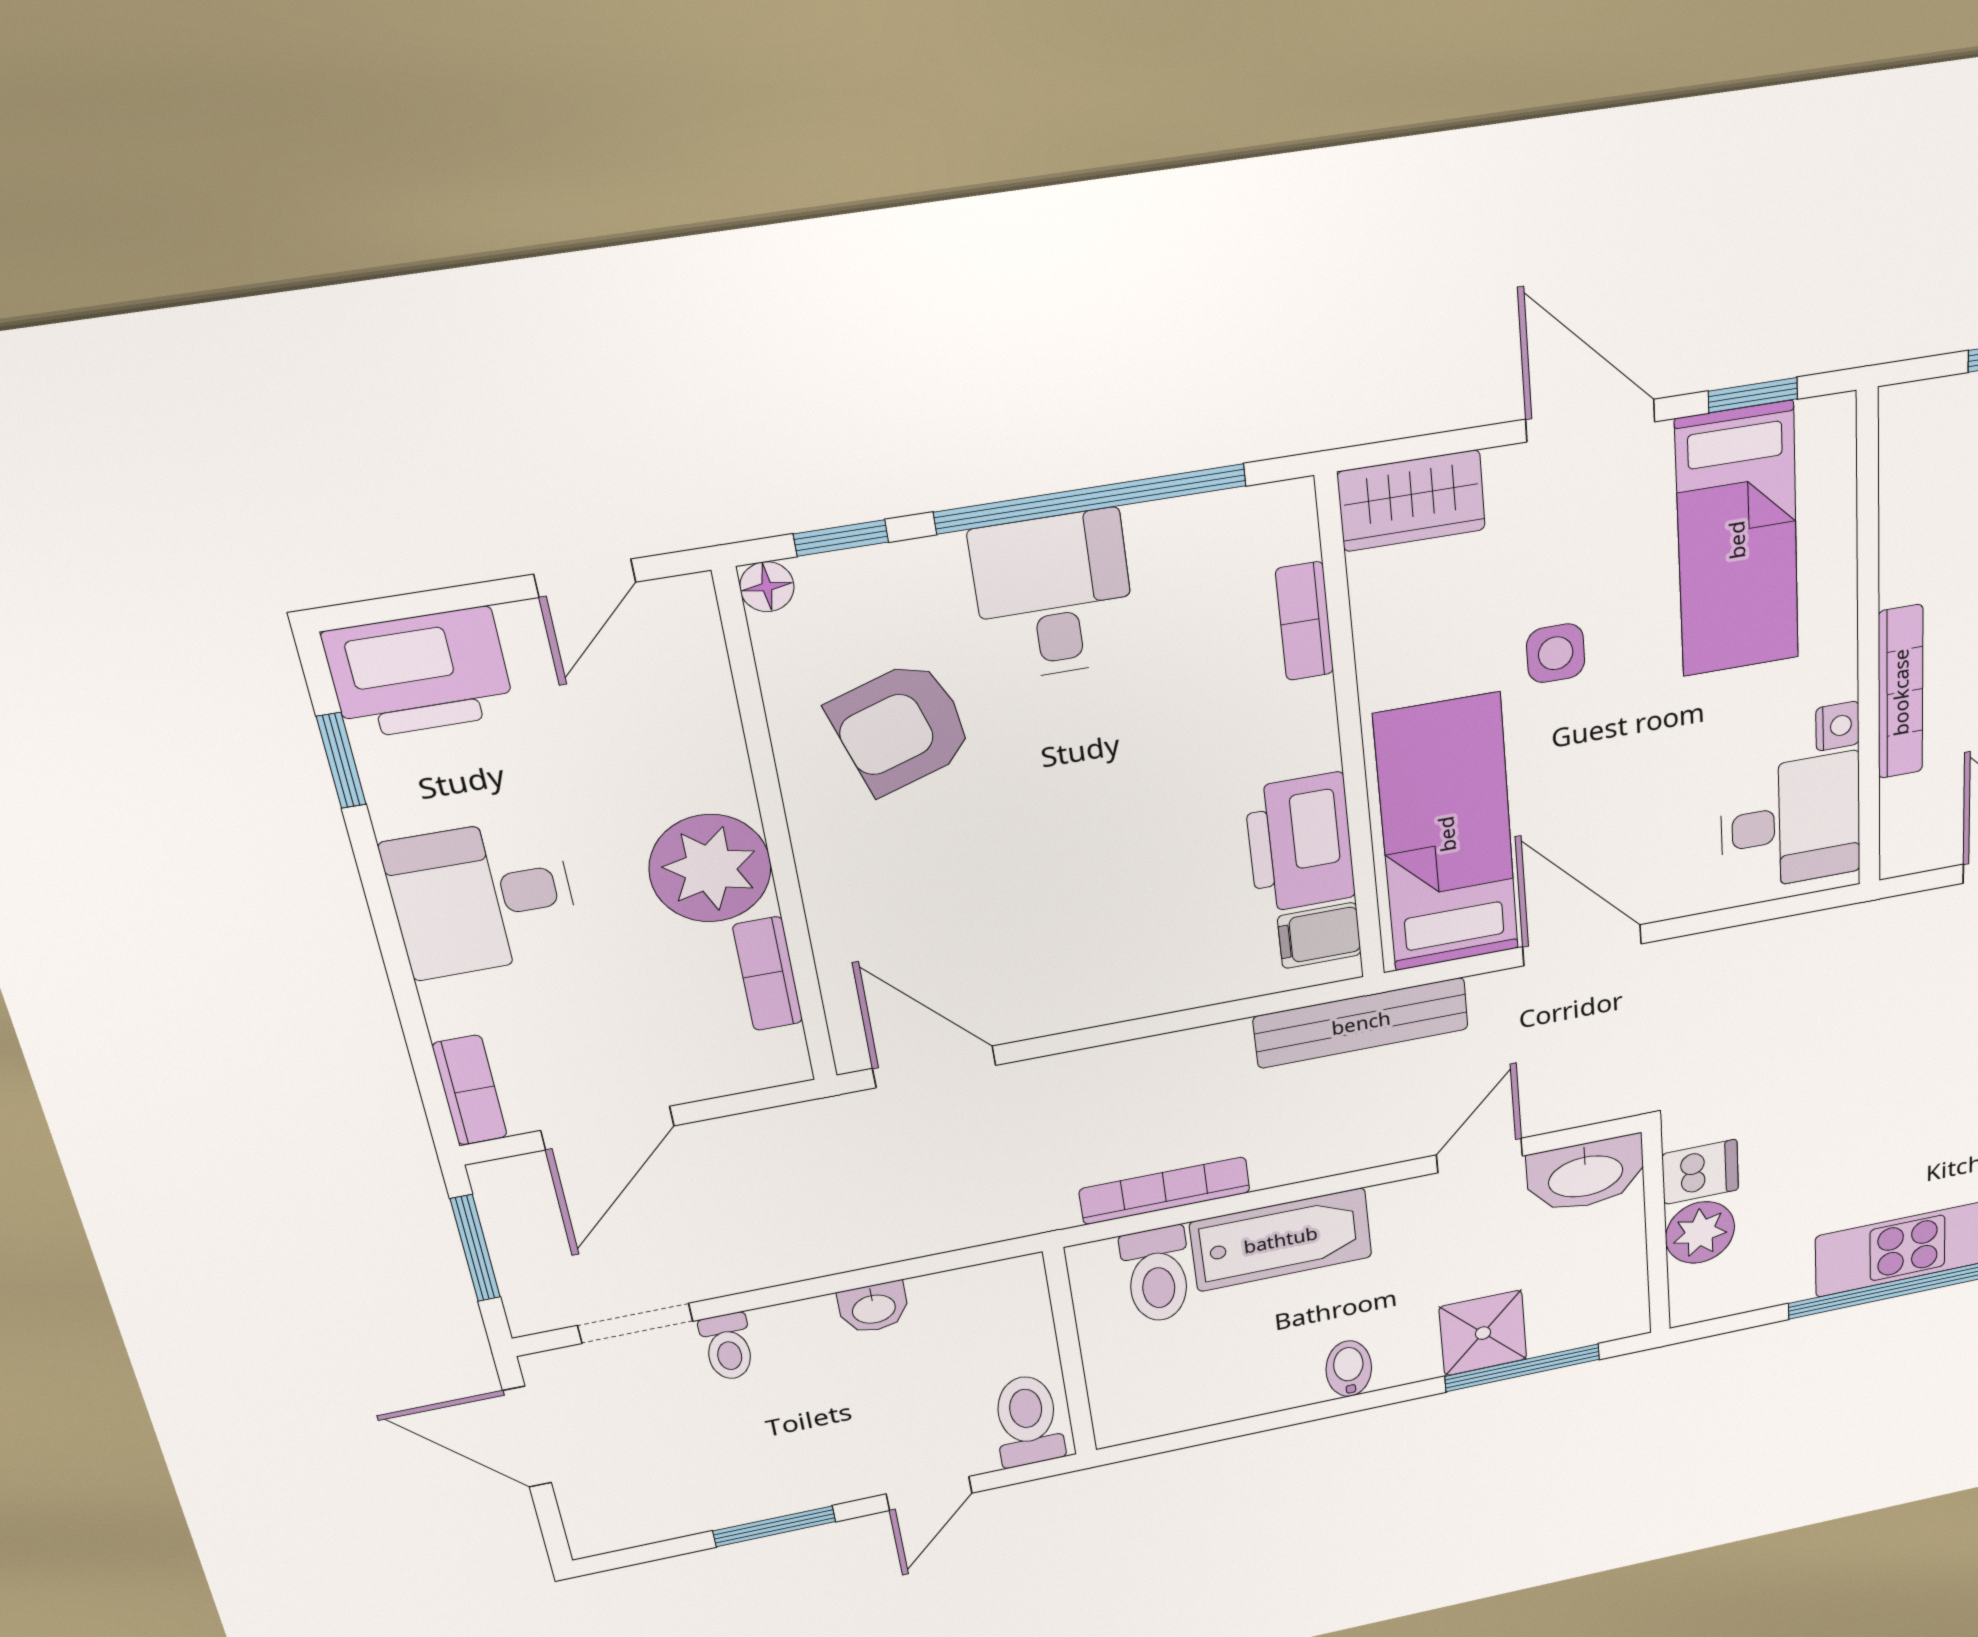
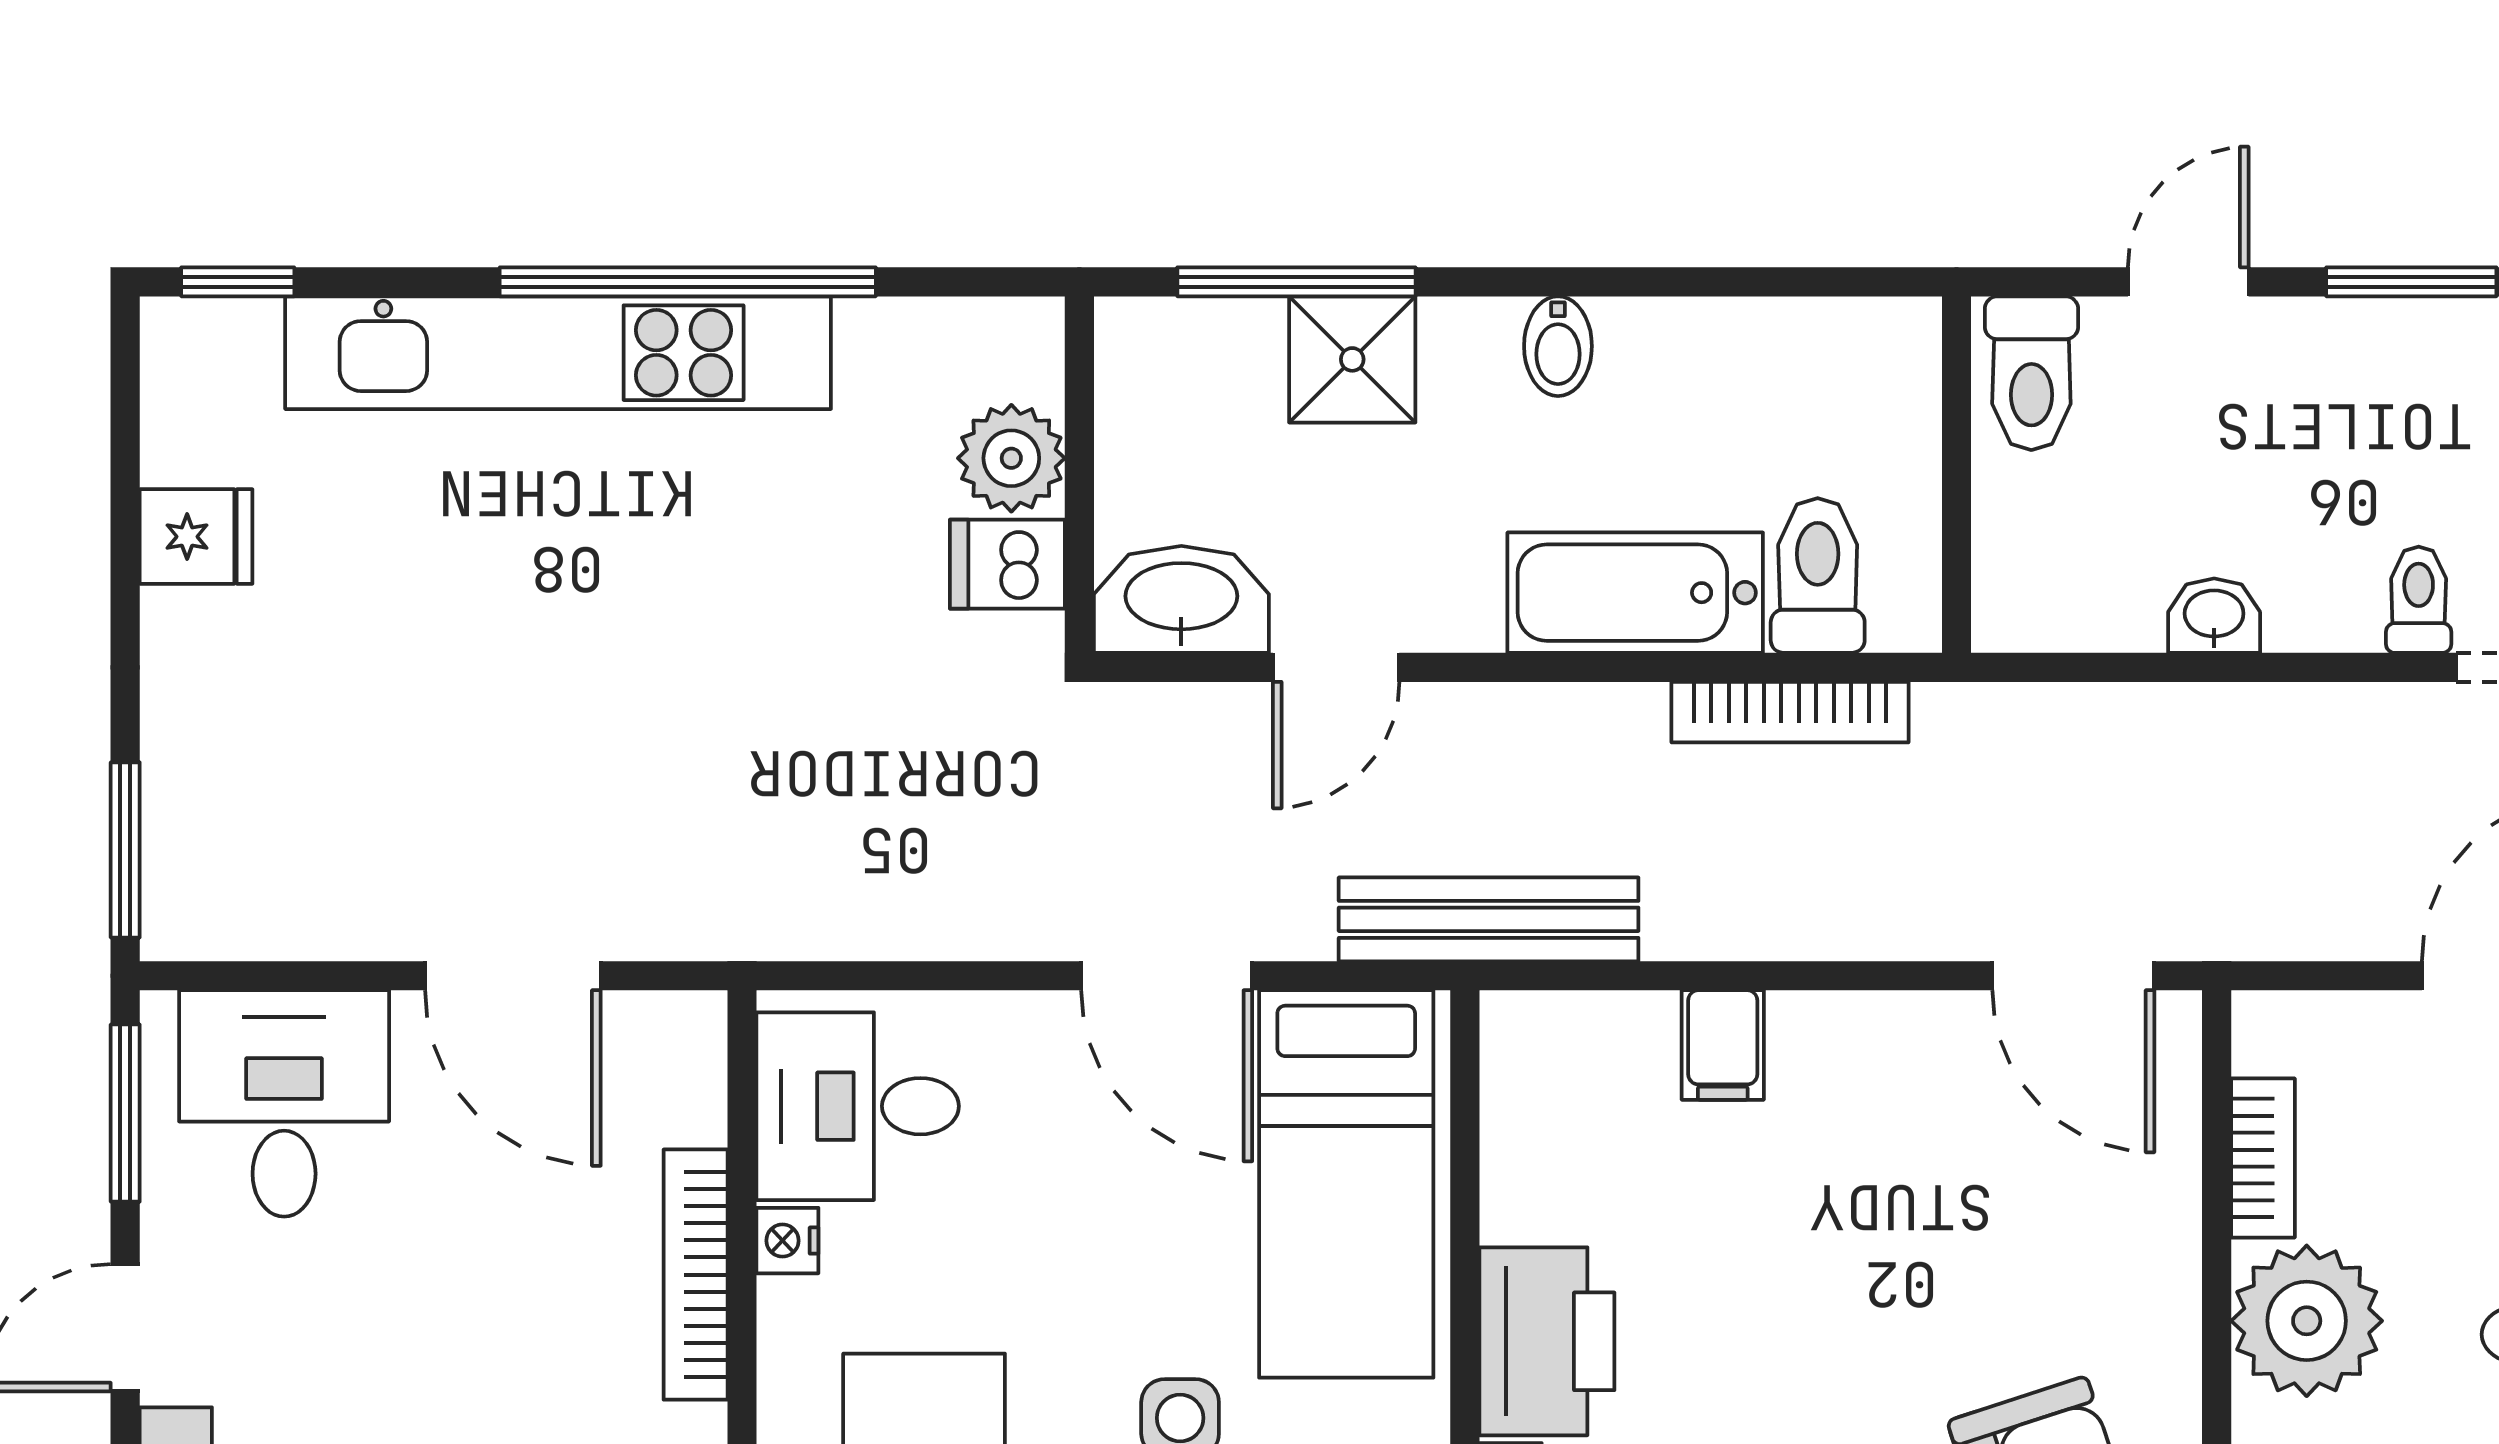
printer: (1300, 843) -> (1547, 1341), moved
filing cabinet: (1319, 935) -> (1723, 1045), moved, turned 90

